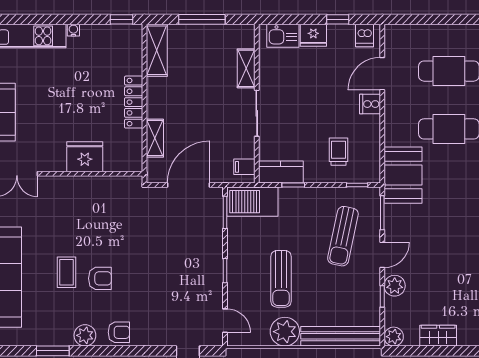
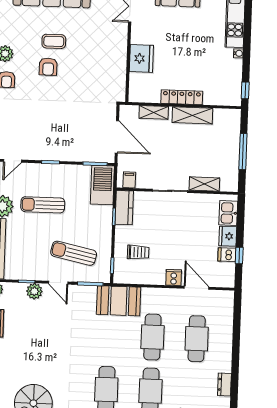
dishwasher: (365, 35) -> (227, 255), moved
shelving: (157, 50) -> (192, 115), moved

